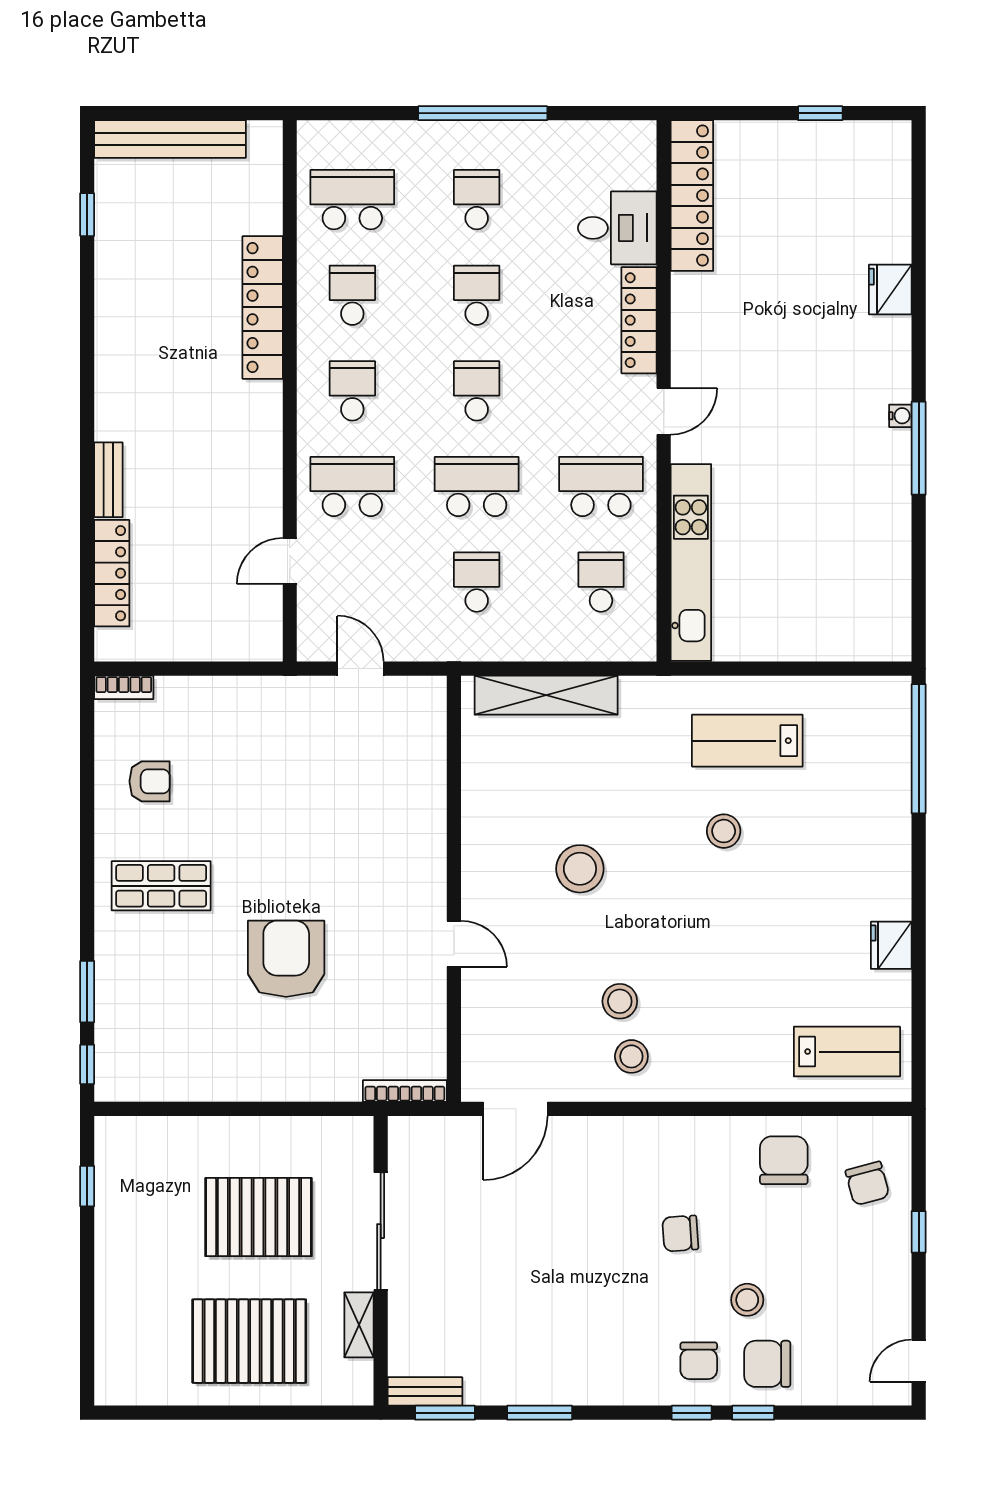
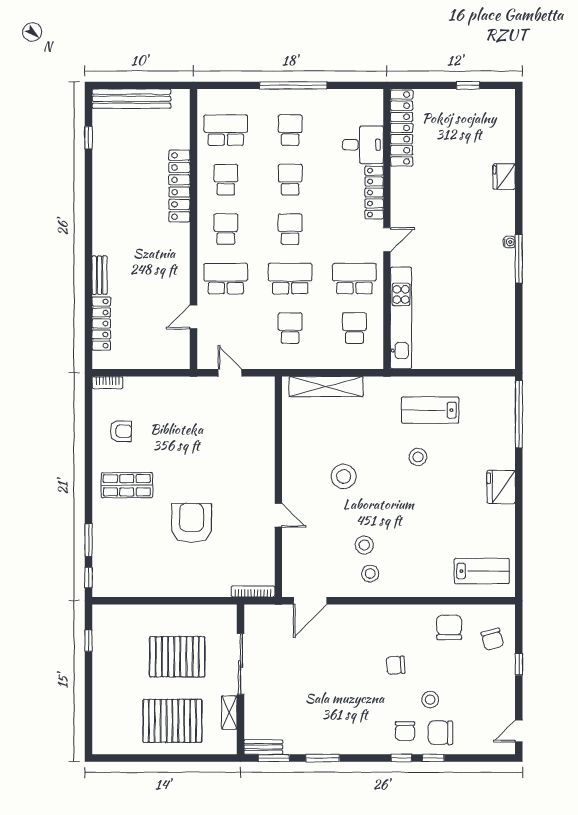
fridge: (891, 945) -> (501, 487), moved, width x1.36, depth x1.34

